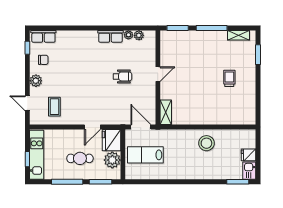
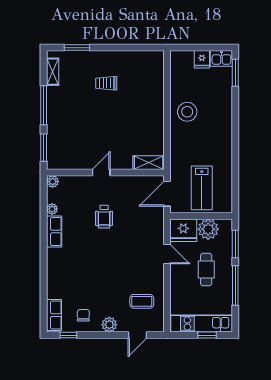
plant: (139, 35) -> (53, 181), moved
door: (158, 74) -> (101, 172), hinge flipped
wheelchair: (122, 76) -> (104, 217), turned 180

